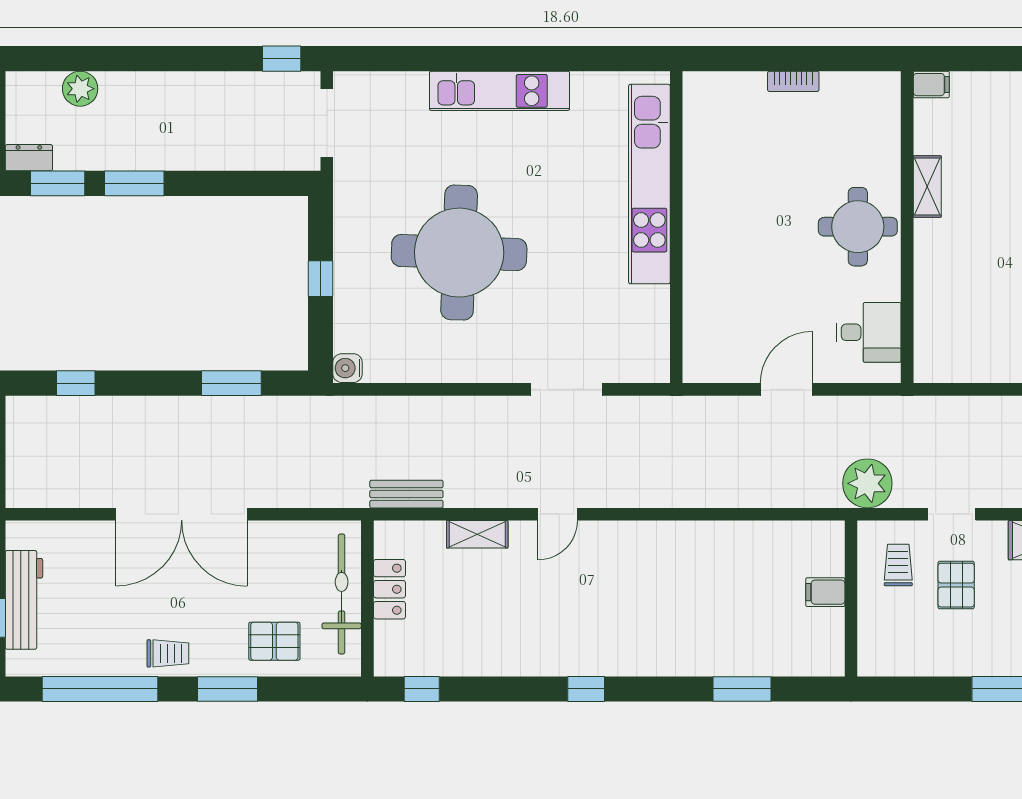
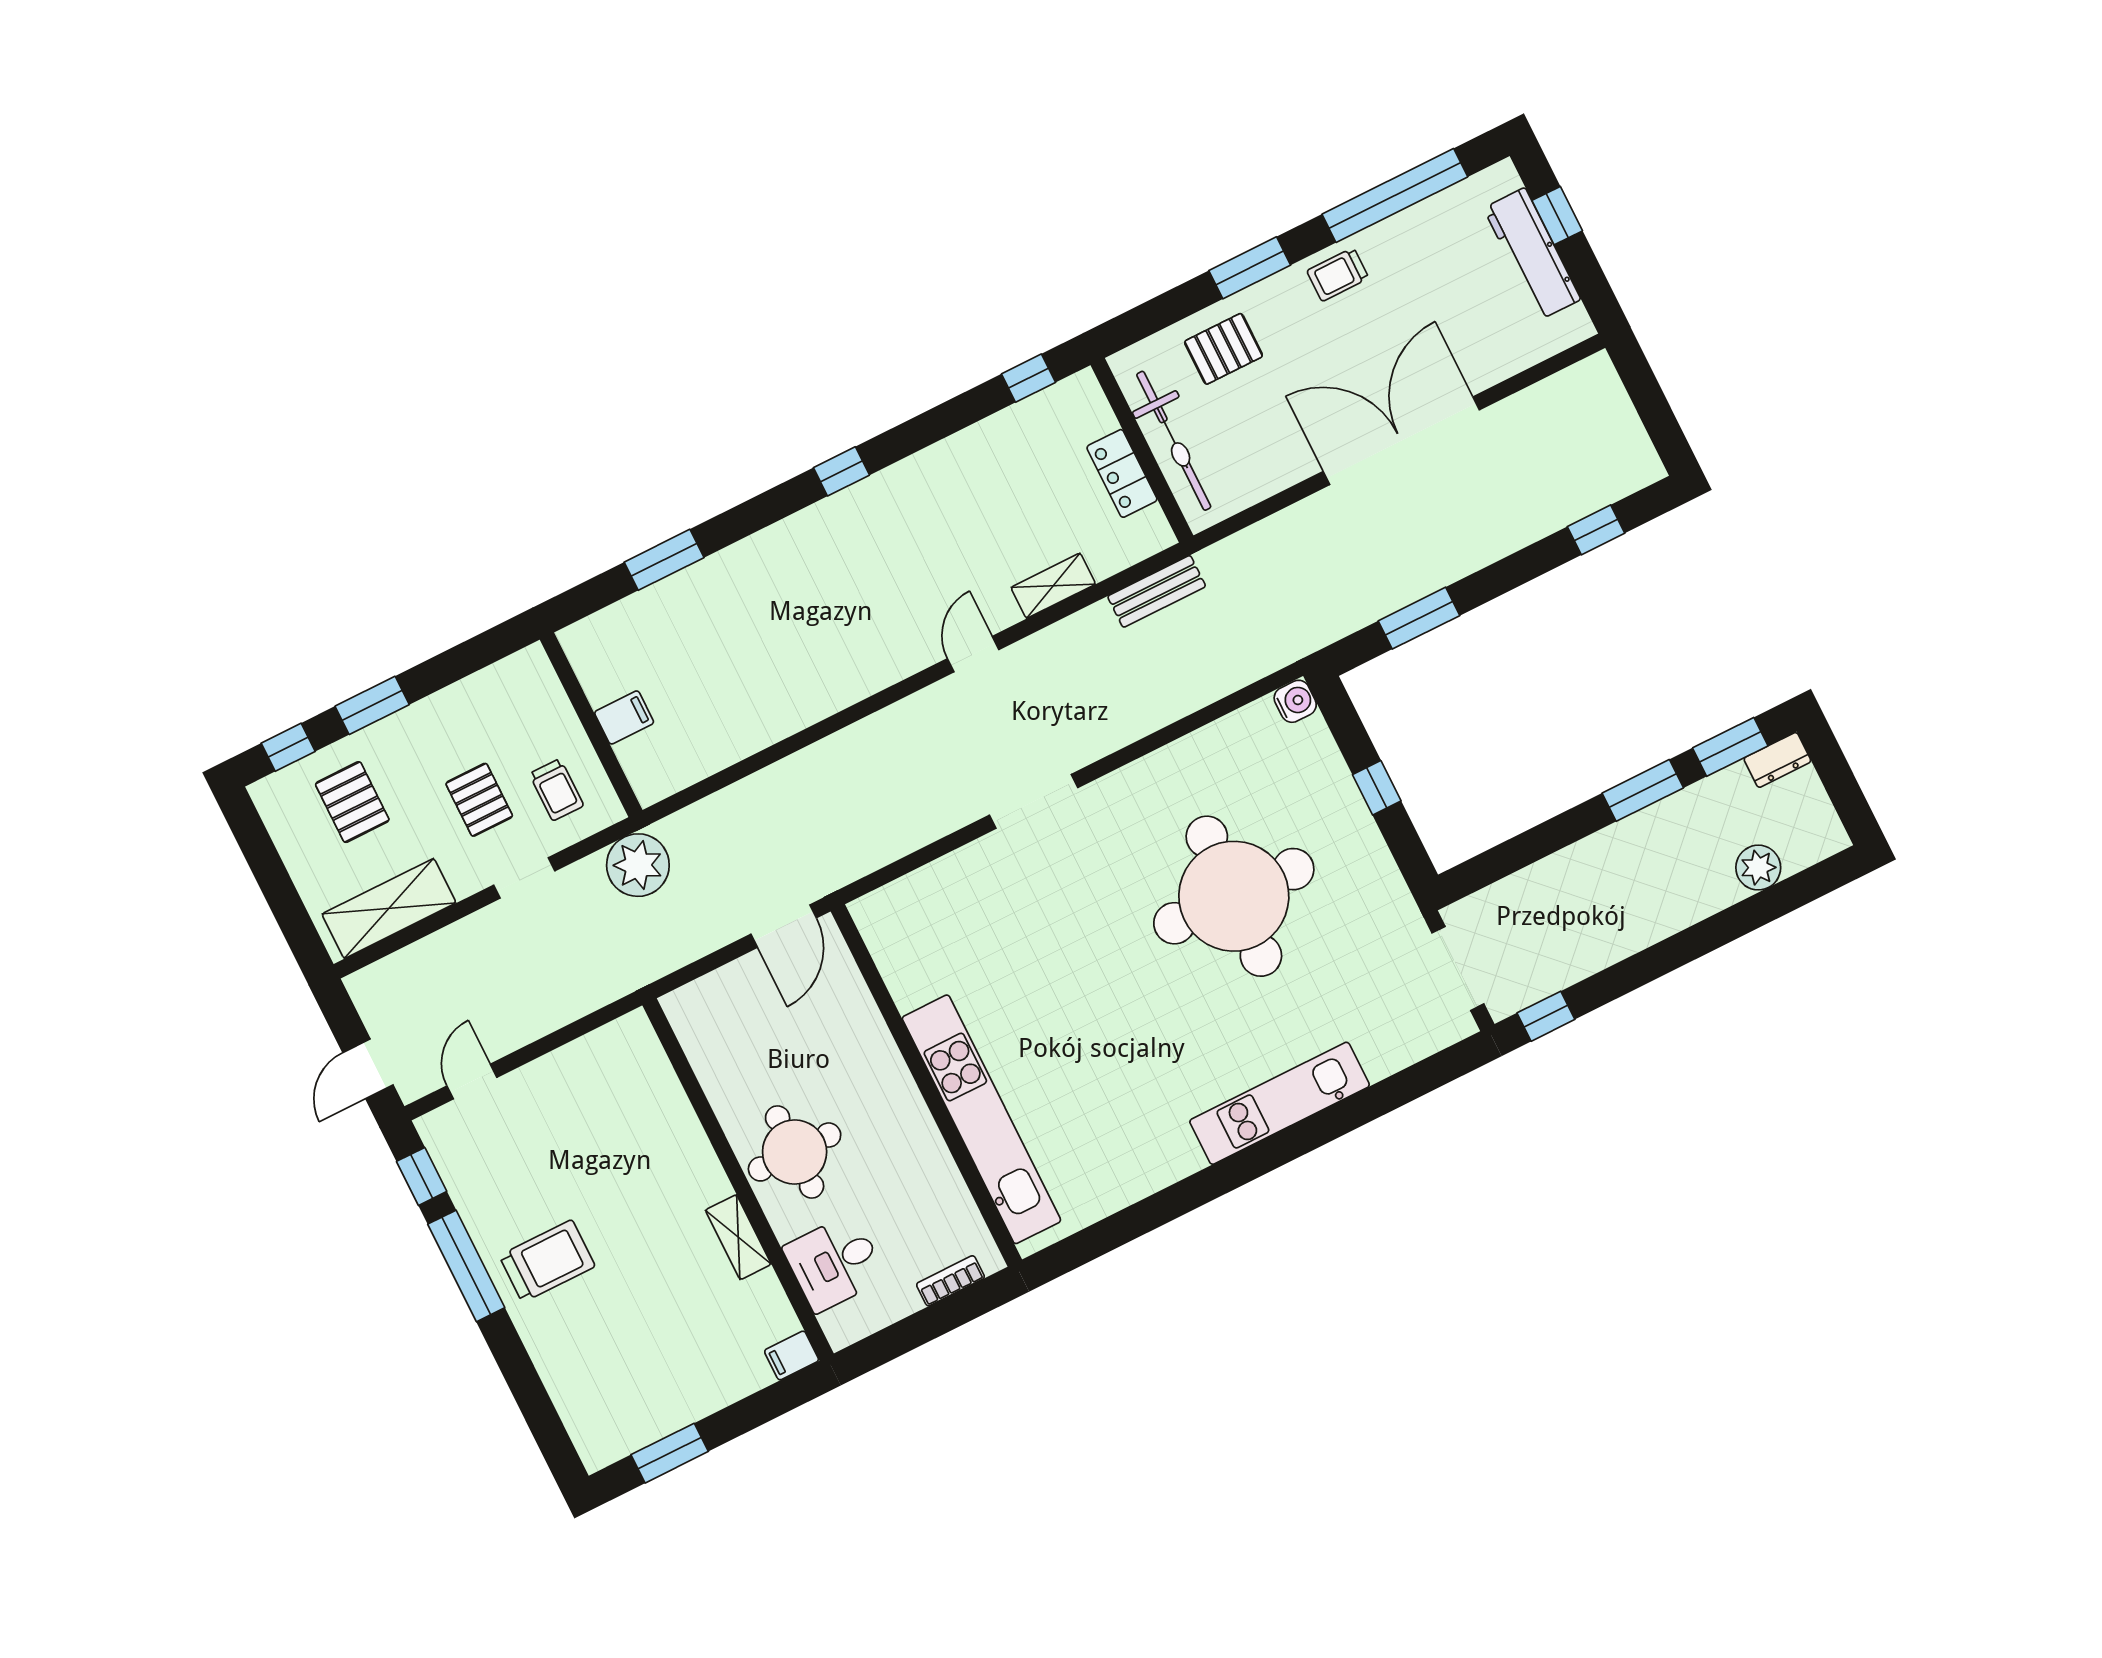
kitchen unit: (649, 184) -> (981, 1119), moved
wall: (676, 227) -> (926, 1086), moved
desk: (869, 332) -> (835, 1263), moved

